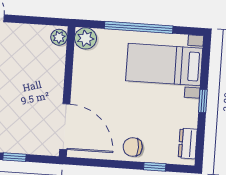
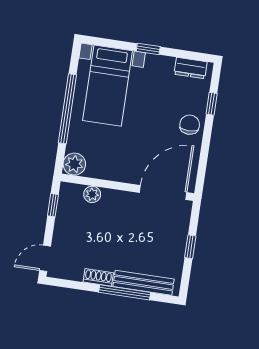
window: (44, 21) -> (53, 205), added
plant: (59, 37) -> (92, 194), moved
chair: (133, 147) -> (190, 125), turned 180

